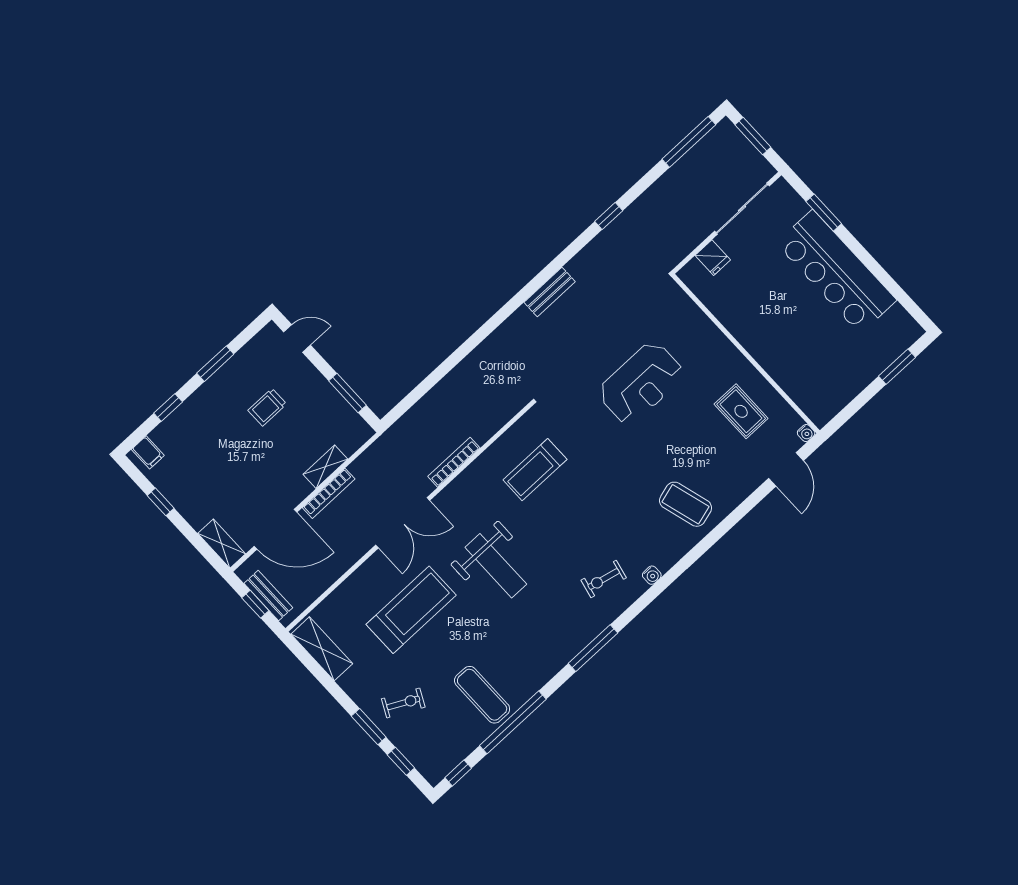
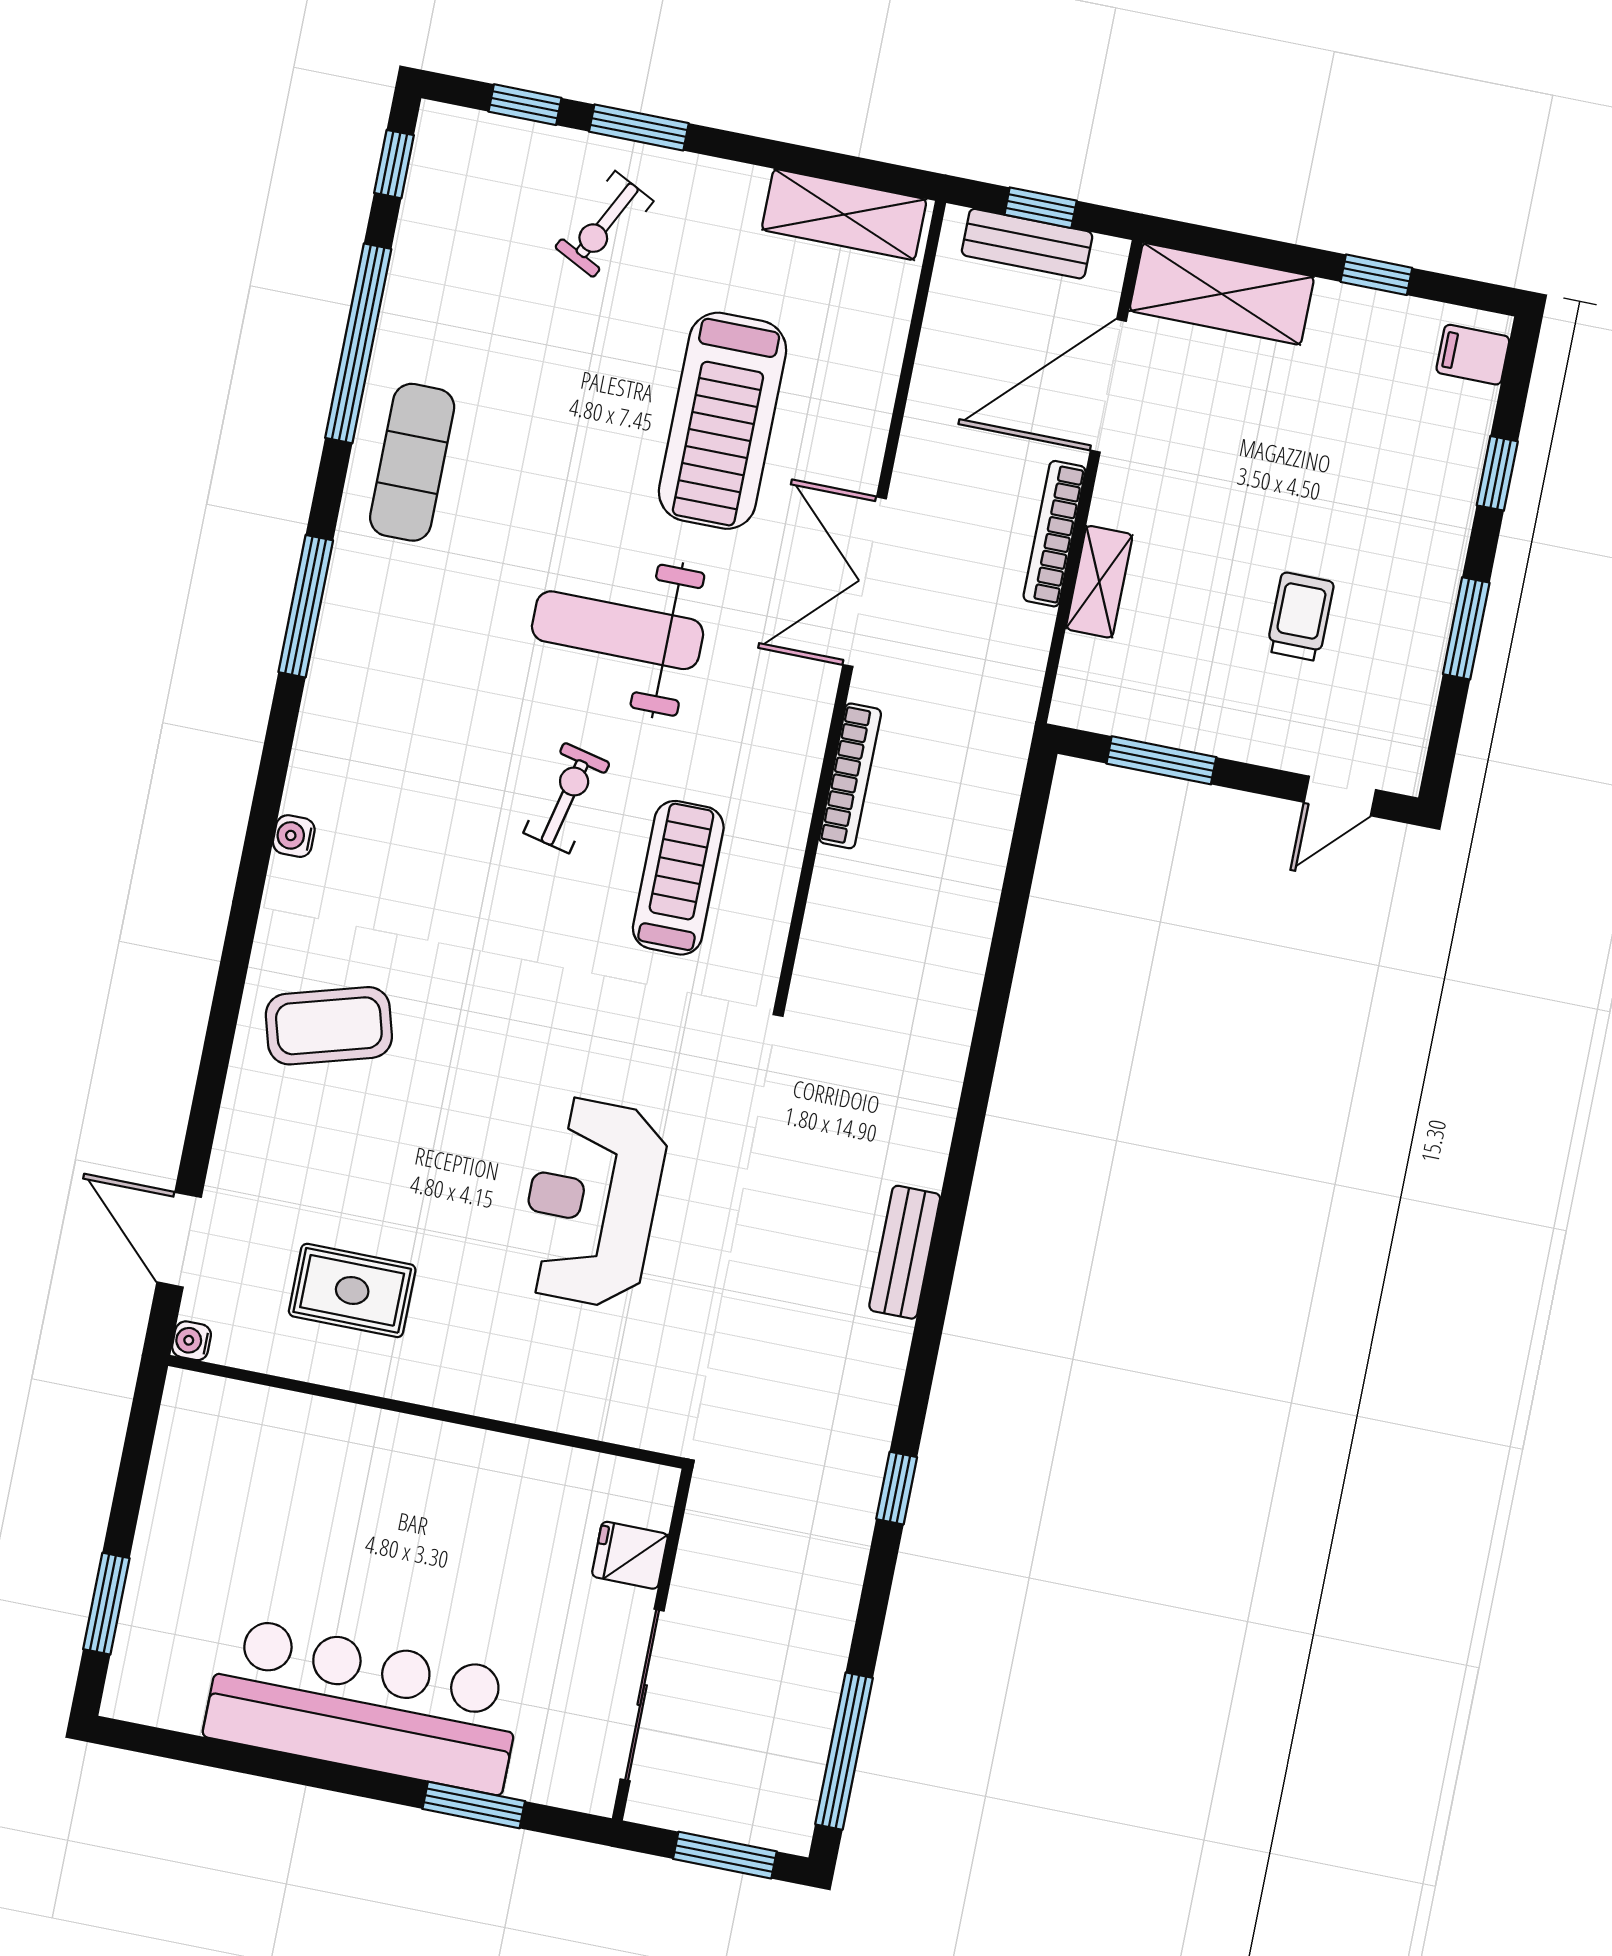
shelving: (222, 544) -> (1222, 294), width x1.50, depth x1.33
exercise bike: (604, 579) -> (567, 798), moved
exercise mat: (482, 695) -> (412, 462), moved, turned 90

